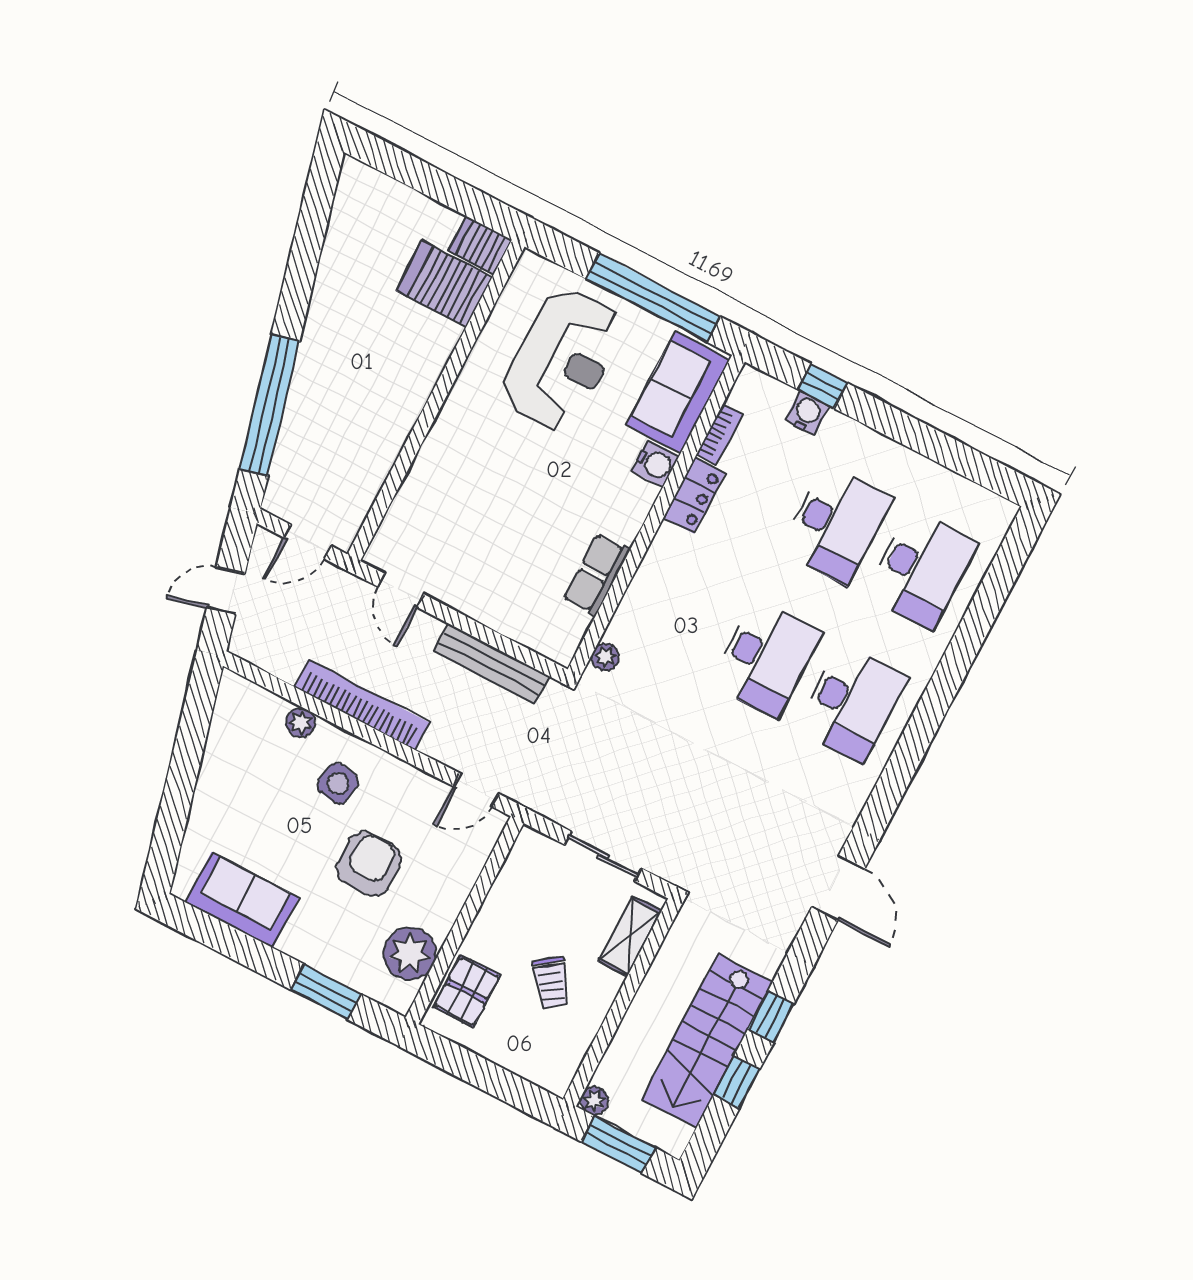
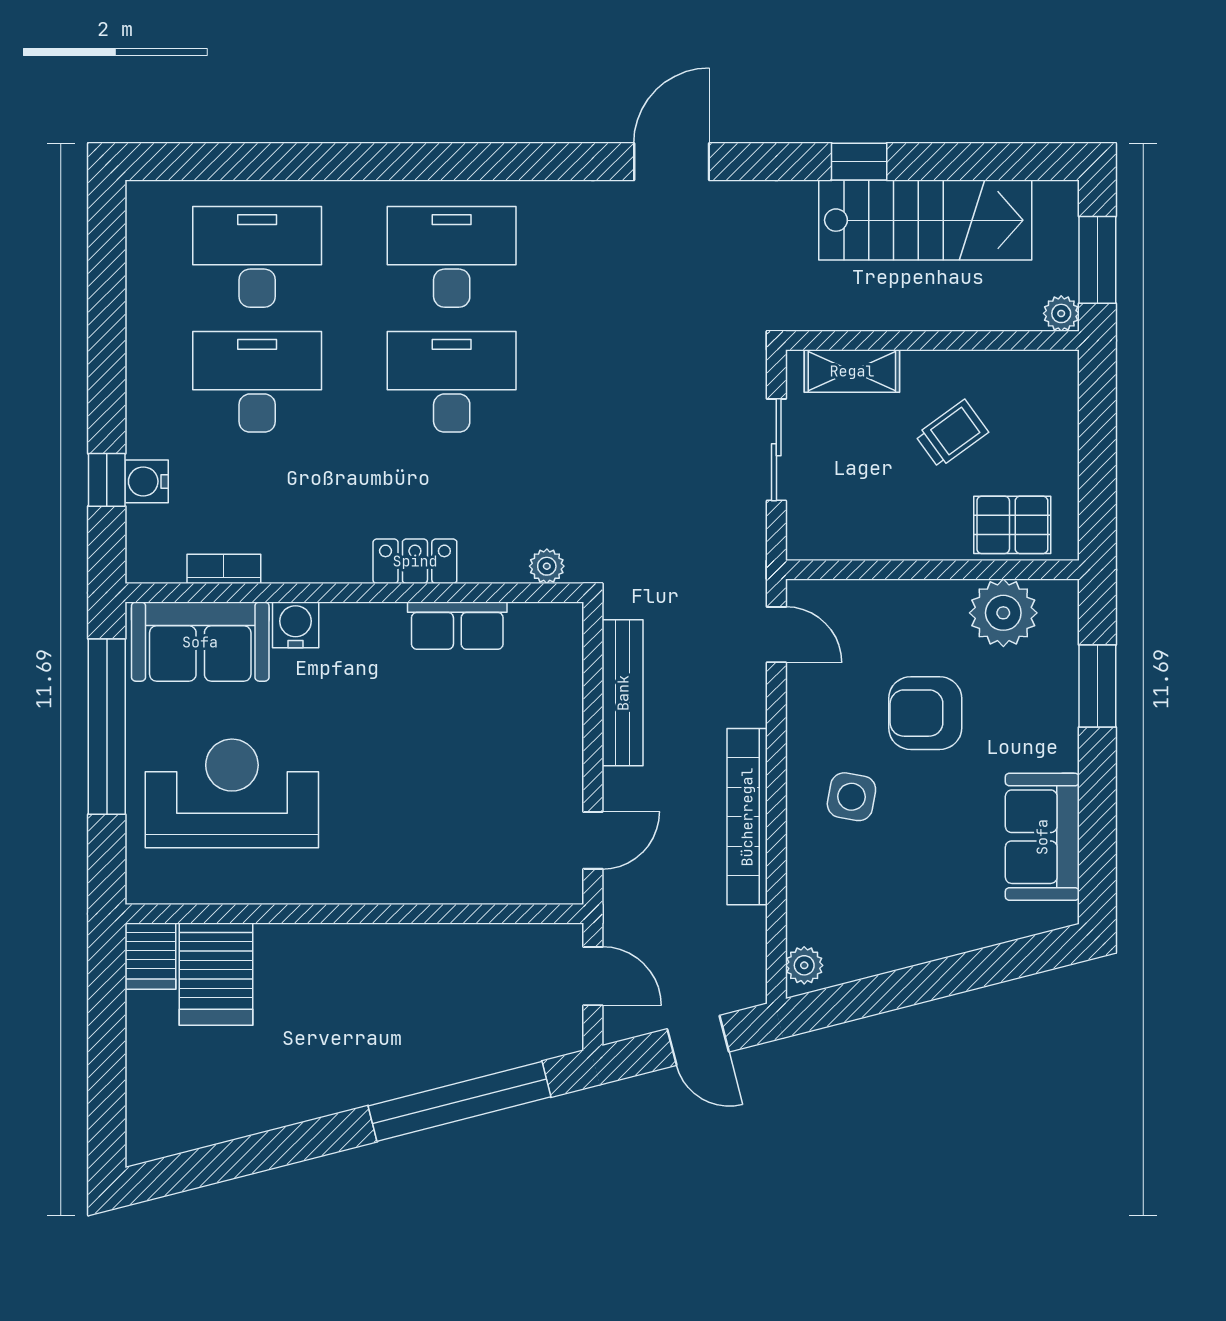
locker: (694, 495) -> (415, 561), moved
plant: (300, 723) -> (804, 965), moved
window: (737, 1082) -> (955, 162), removed

